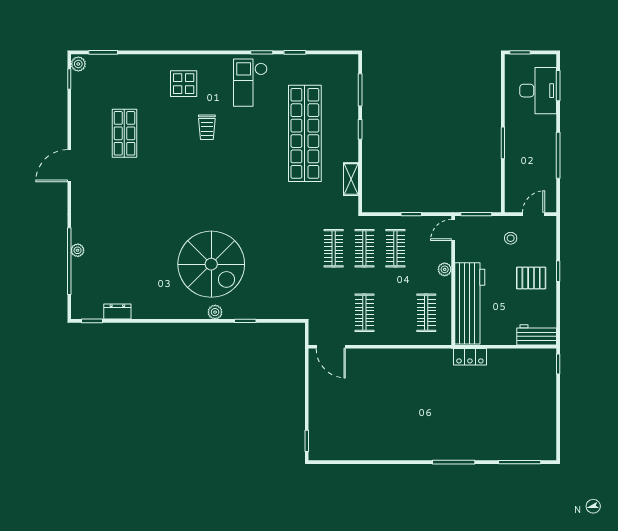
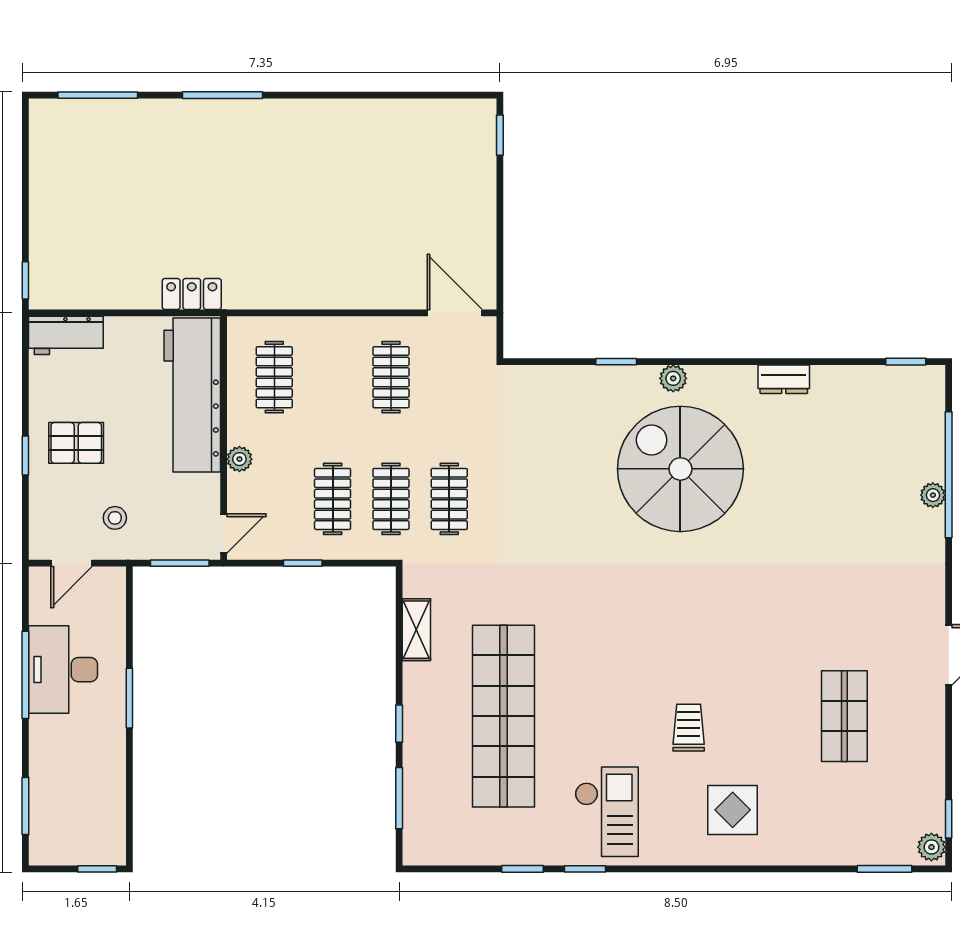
desk: (538, 91) -> (63, 670), moved
dresser: (117, 312) -> (784, 379), moved

